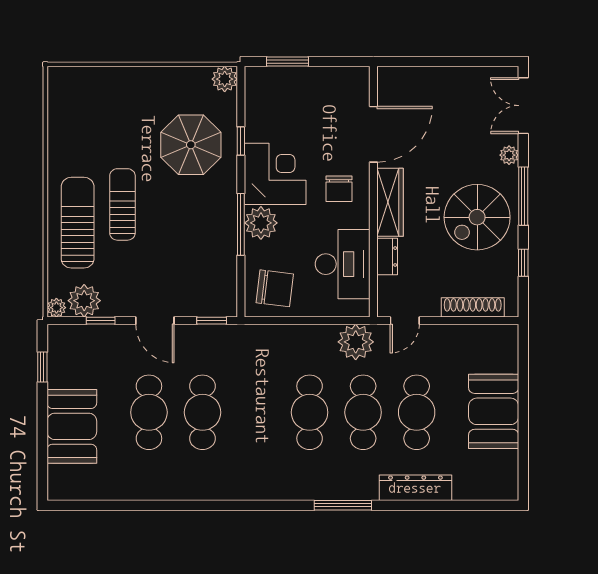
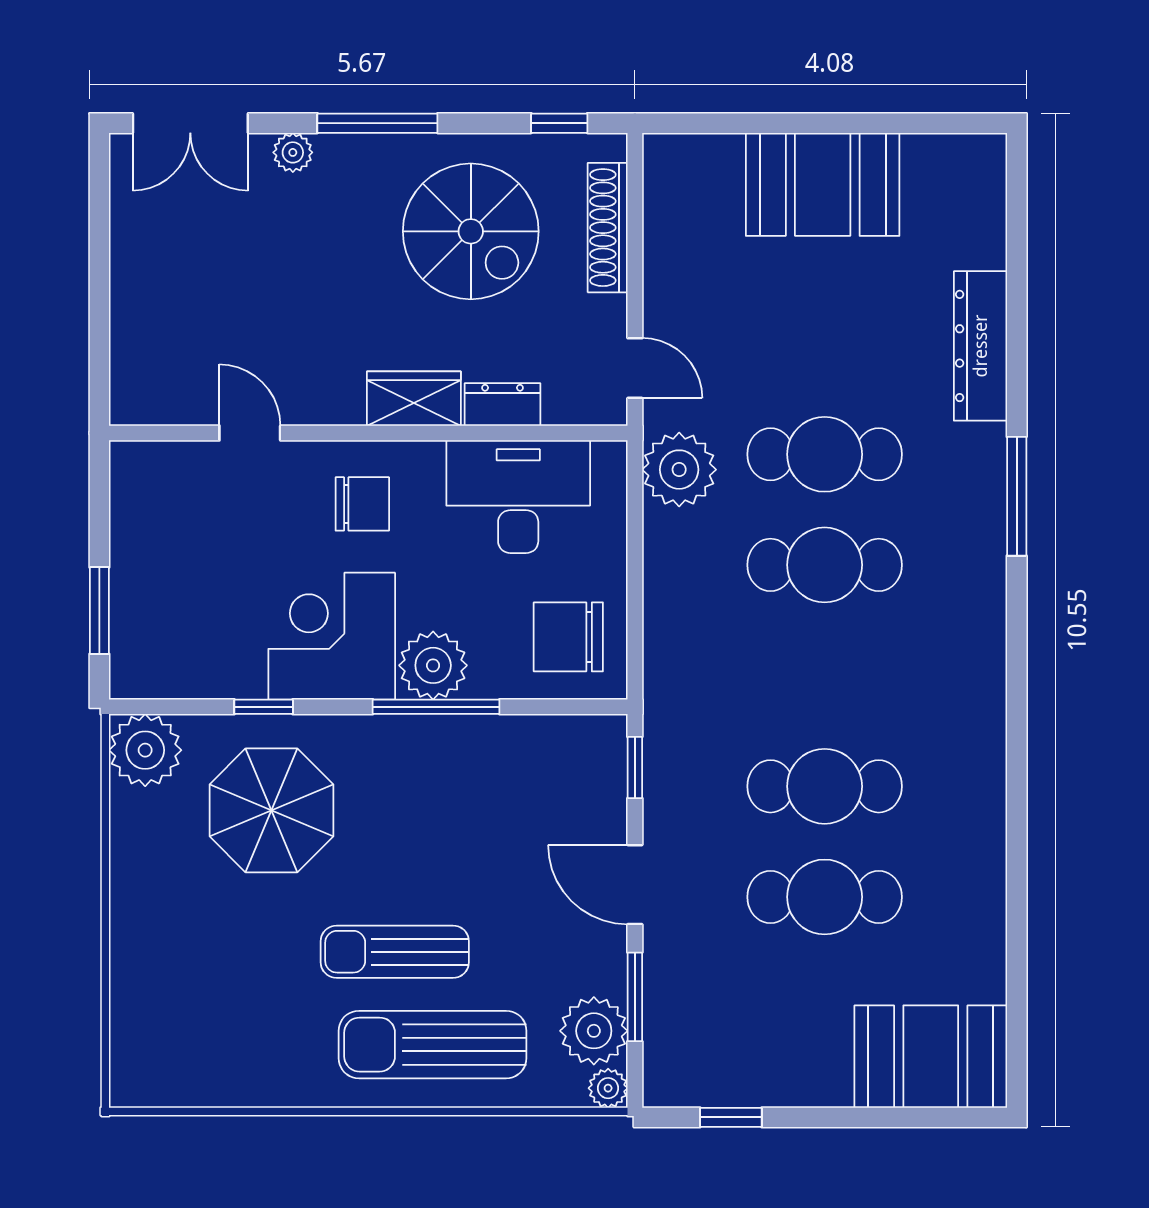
plant: (225, 79) -> (145, 750), width x1.36, depth x1.36
door: (373, 134) -> (250, 433), width x0.53
wardrobe: (390, 202) -> (414, 399), width x0.67
spiral stairs: (477, 217) -> (471, 231), moved
window: (523, 263) -> (559, 123), moved
chair: (275, 288) -> (568, 637), turned -97
window: (101, 321) -> (635, 997), width x1.50
door: (155, 321) -> (635, 885), swing flipped
cafe table: (417, 412) -> (825, 344), removed
booth: (72, 426) -> (931, 1057), moved

